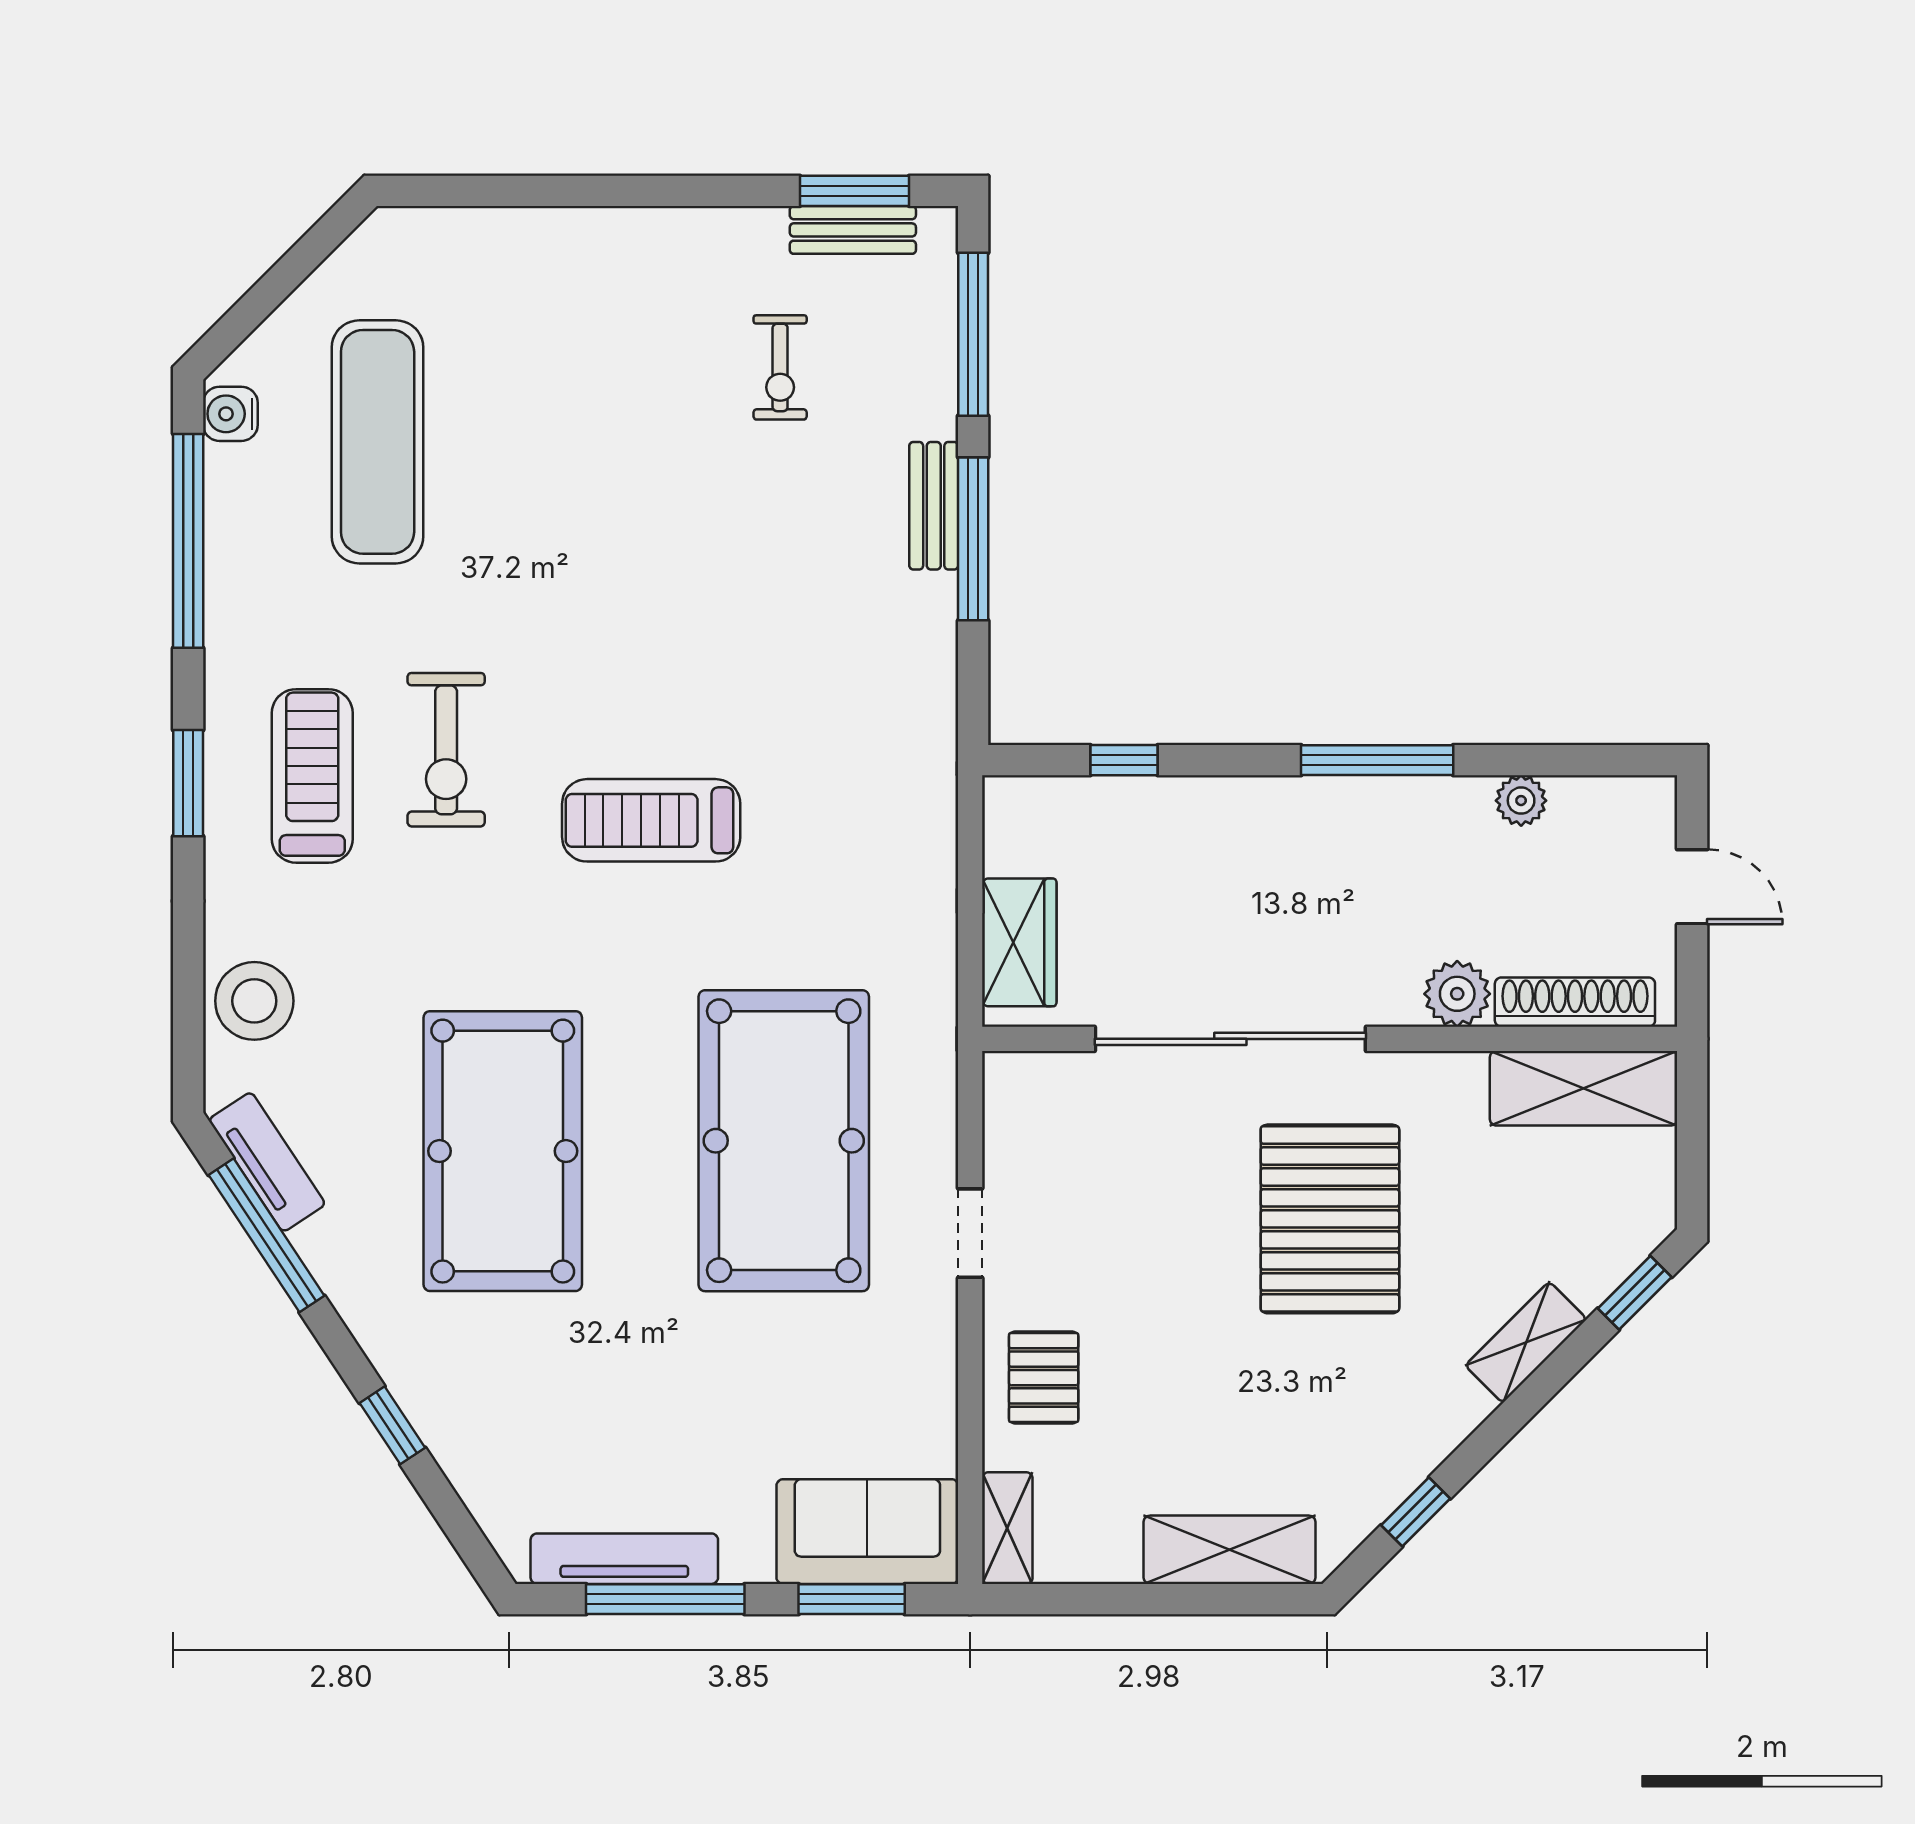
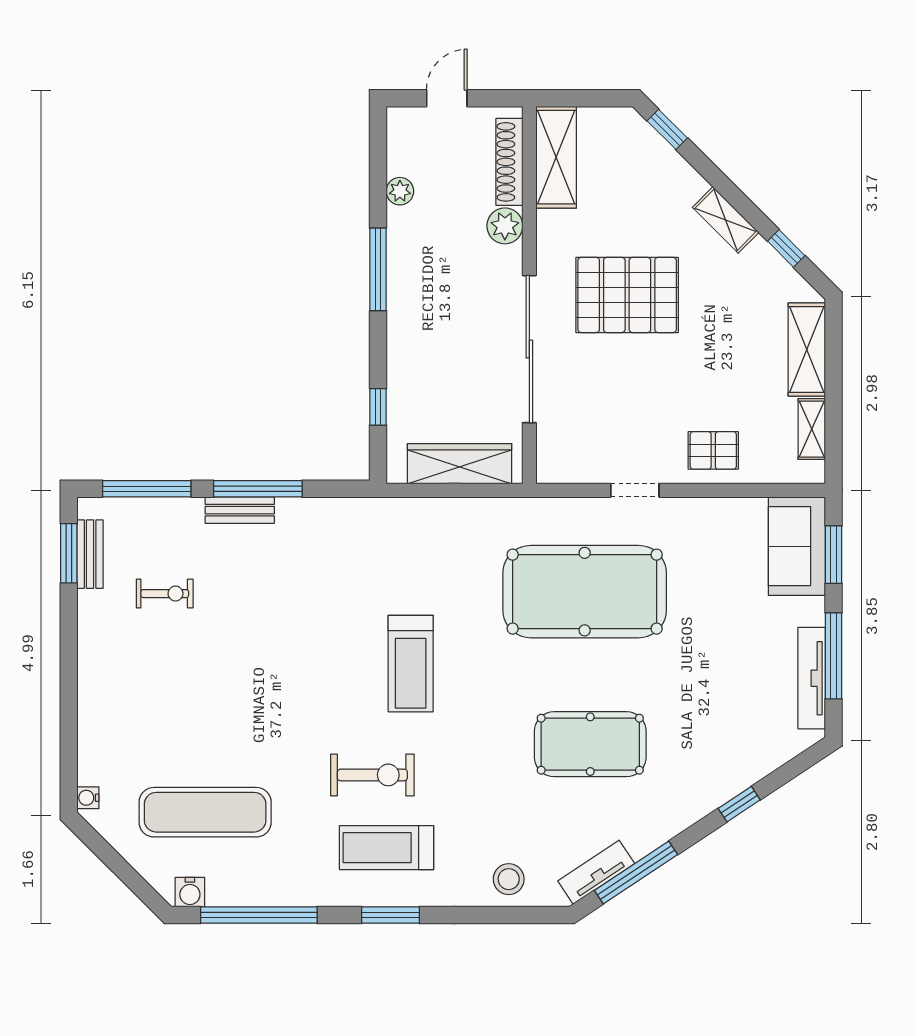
water cooler: (404, 226) -> (88, 798), added
wardrobe: (1019, 942) -> (460, 464), width x1.50
stool: (254, 1001) -> (509, 879), width x0.73, depth x0.73
pool table: (503, 1151) -> (590, 744), width x0.73, depth x0.76
shelving: (1526, 1342) -> (726, 220), moved
shelving: (1007, 1528) -> (812, 429), moved, turned 90

